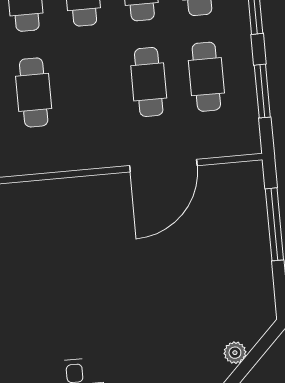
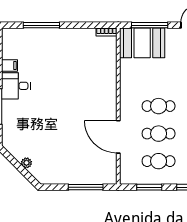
cafe table: (34, 92) -> (159, 106), moved

